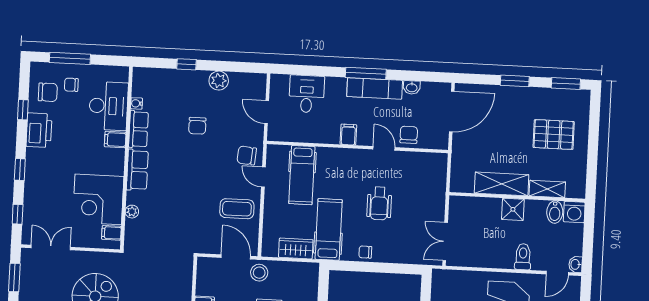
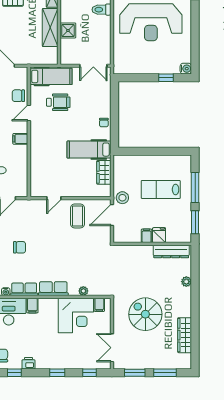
printer: (39, 130) -> (28, 363), width x0.53, depth x0.68
chair: (247, 155) -> (39, 211), removed
hospital bed: (302, 175) -> (51, 76), moved
wheelchair: (379, 203) -> (58, 102), moved
shower: (513, 209) -> (68, 30), moved

